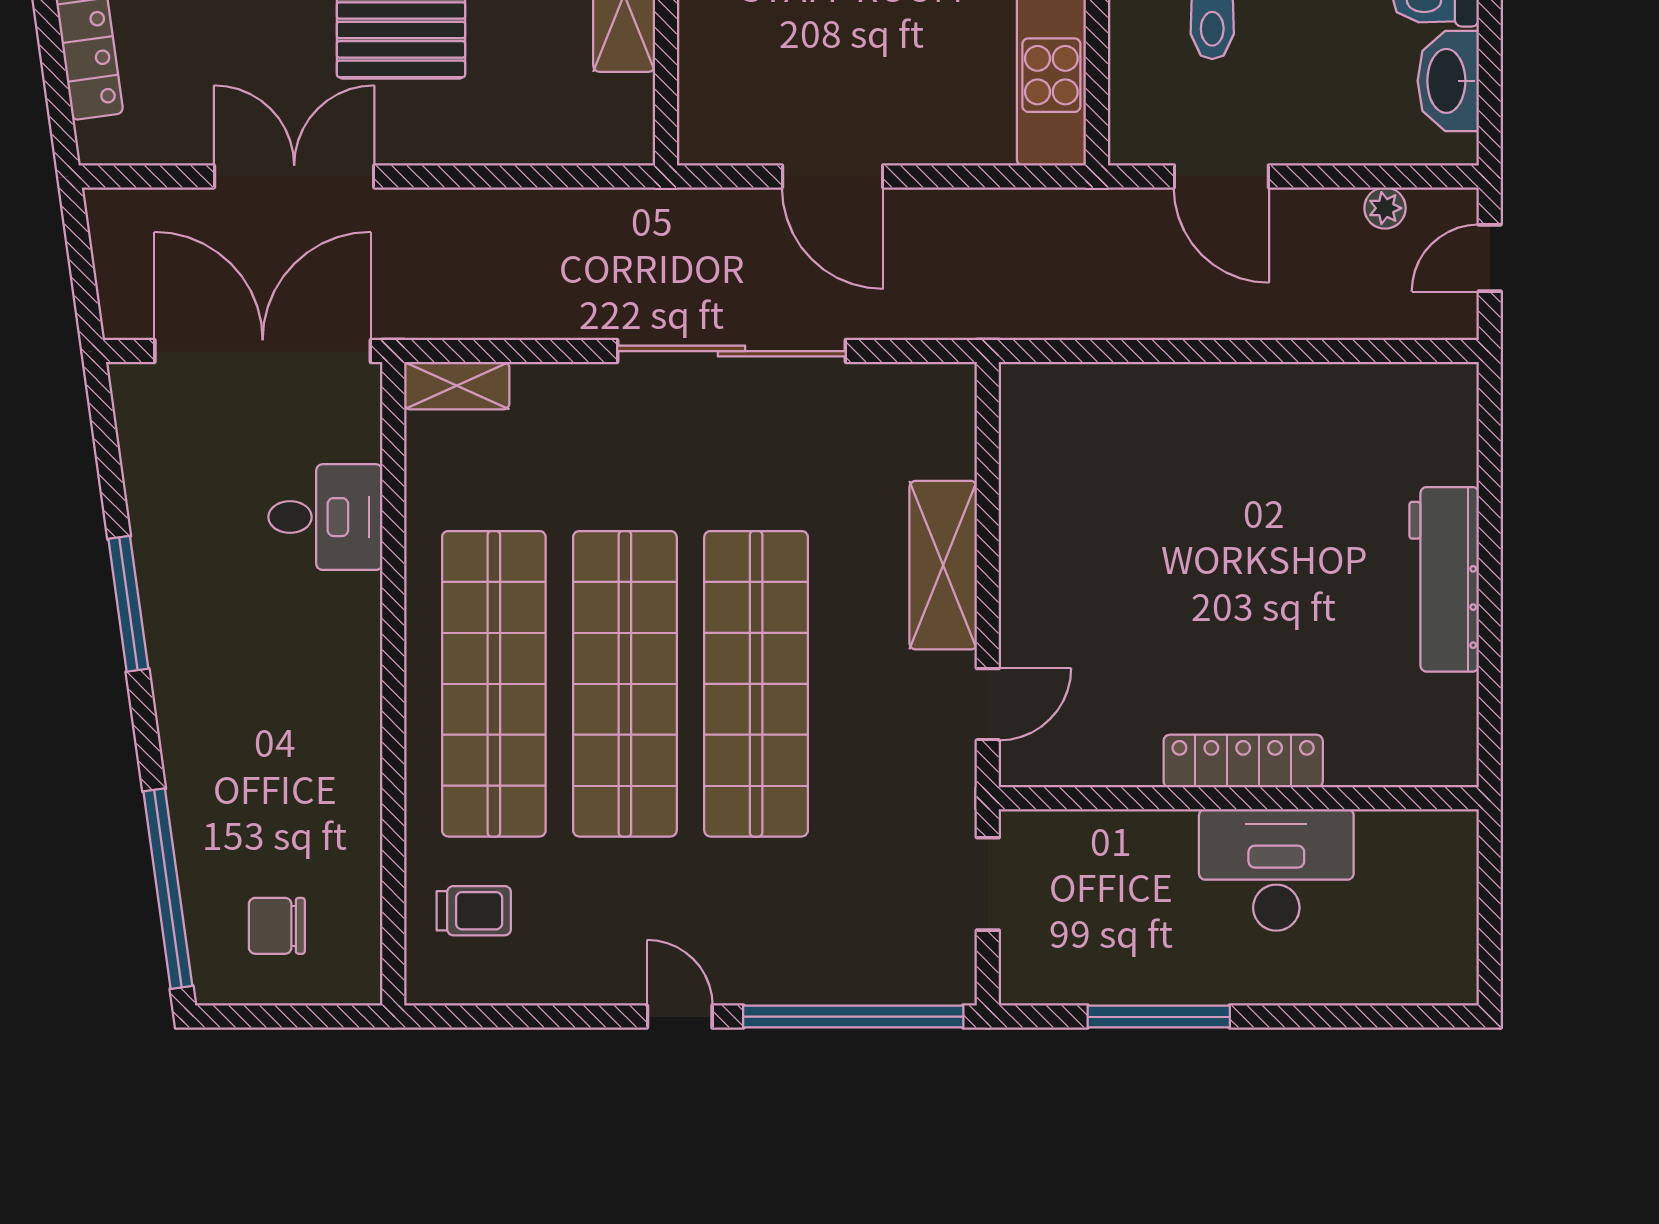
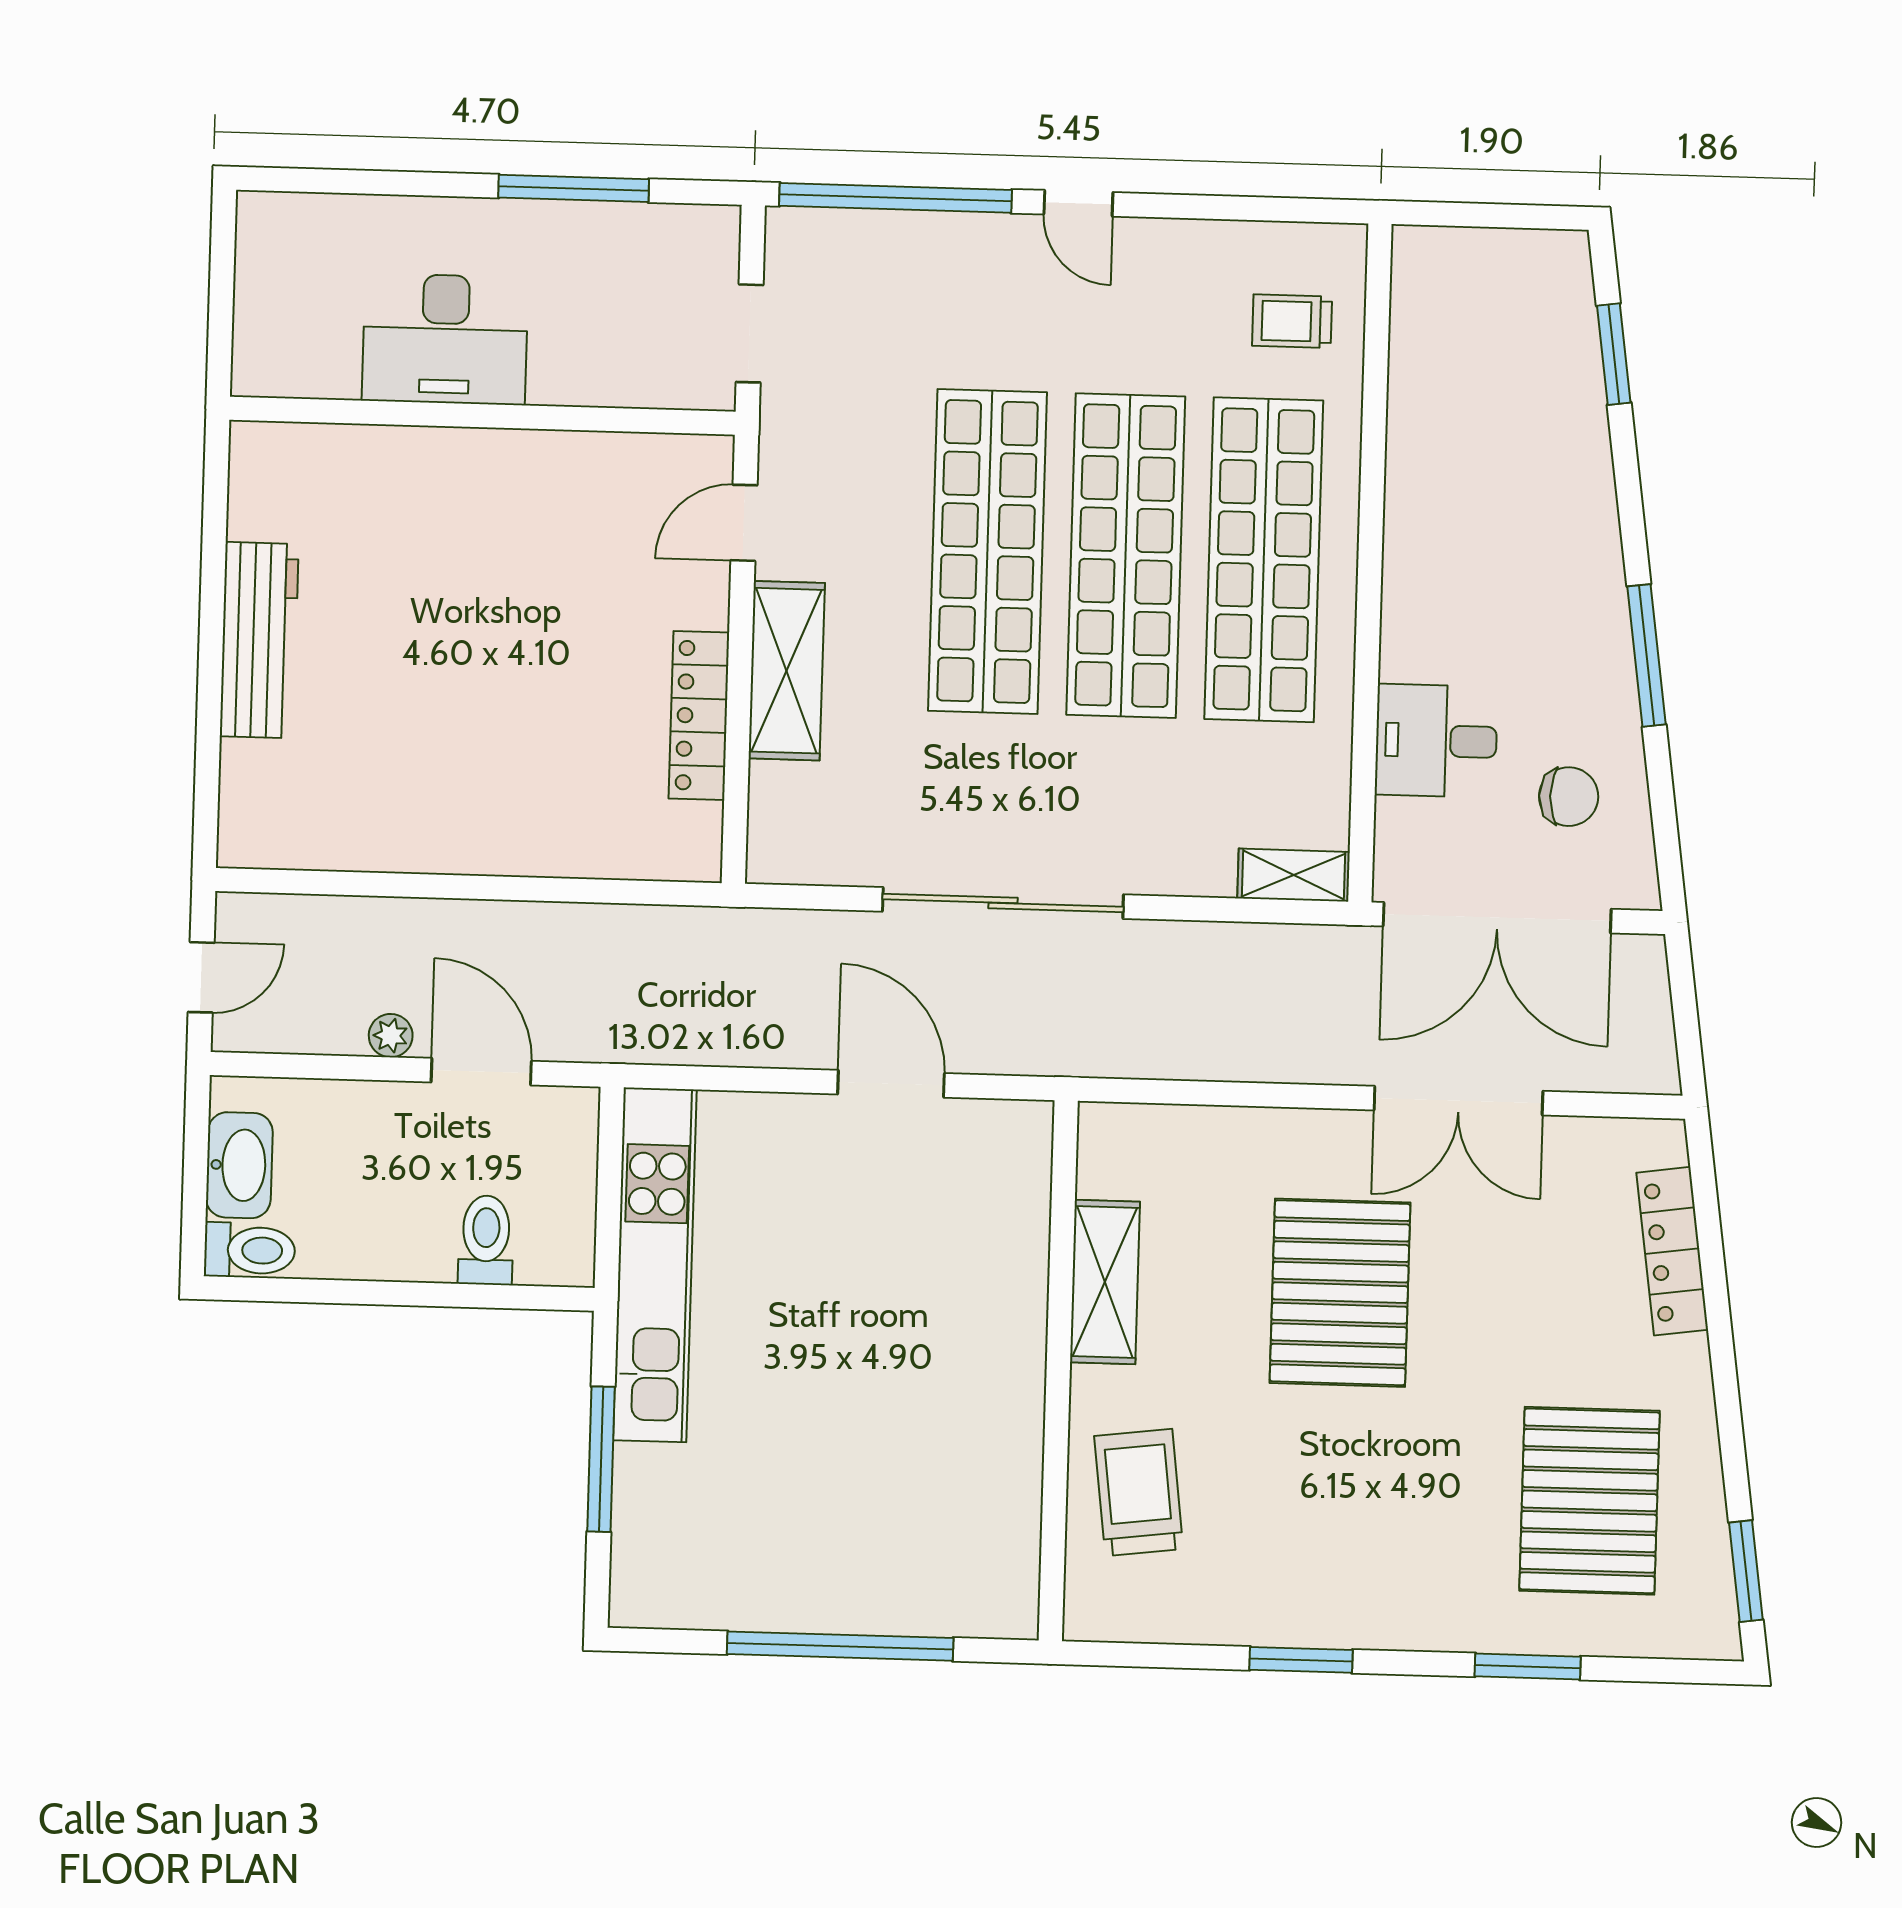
plant: (1385, 208) -> (391, 1036), moved
locker: (1243, 761) -> (699, 716), moved, turned 90
window: (168, 889) -> (1614, 354), width x0.47
chair: (277, 926) -> (1569, 797), moved

